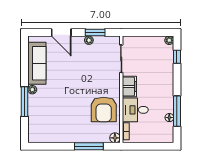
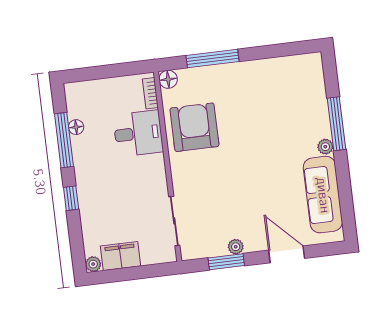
window: (177, 57) -> (71, 198), moved
filing cabinet: (129, 87) -> (121, 256), moved, turned 90

